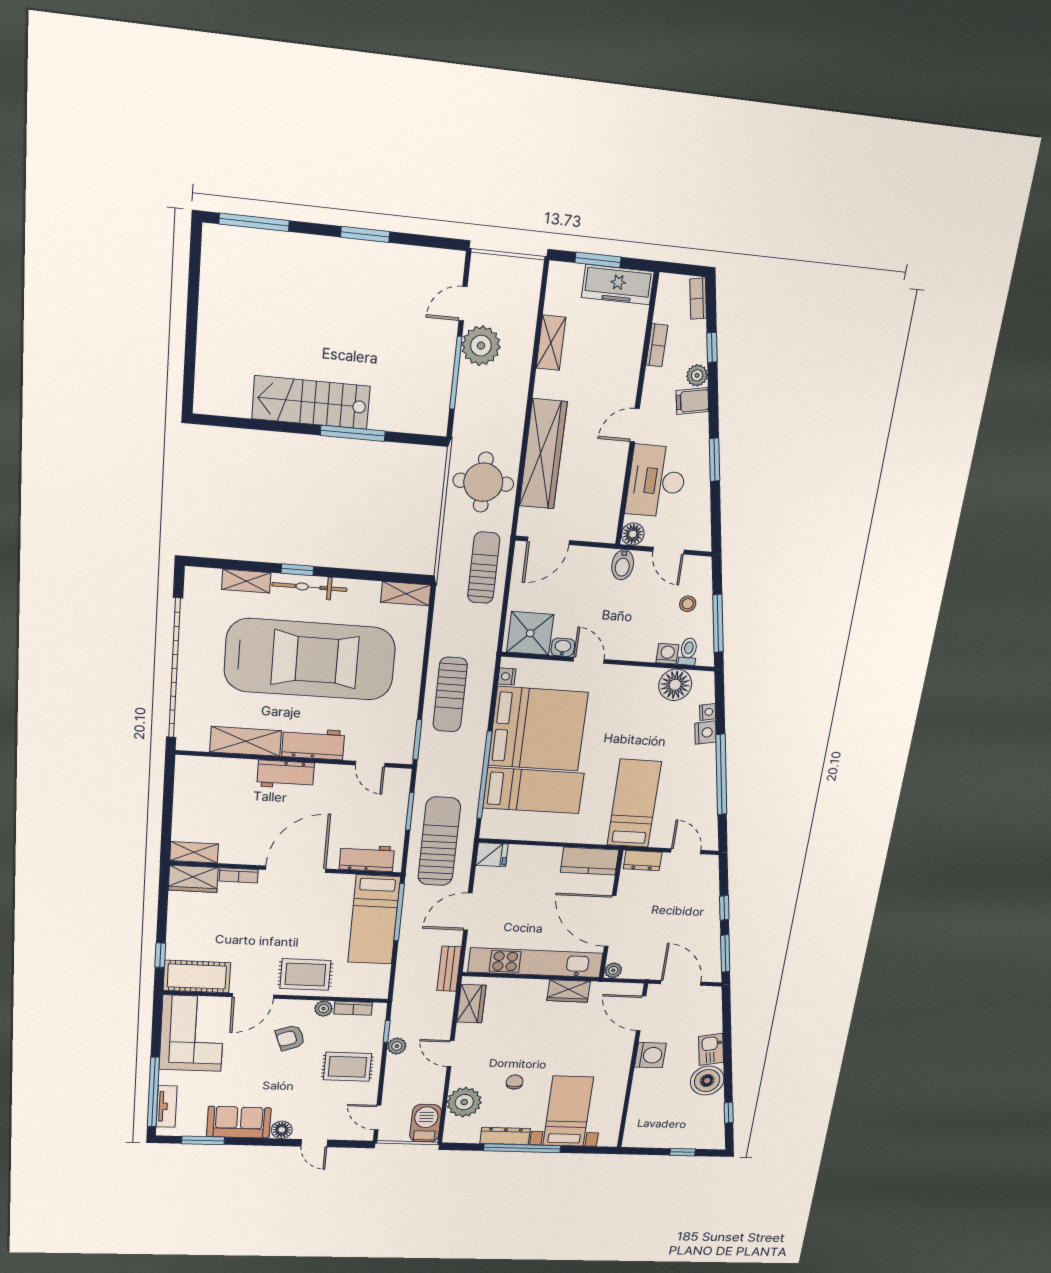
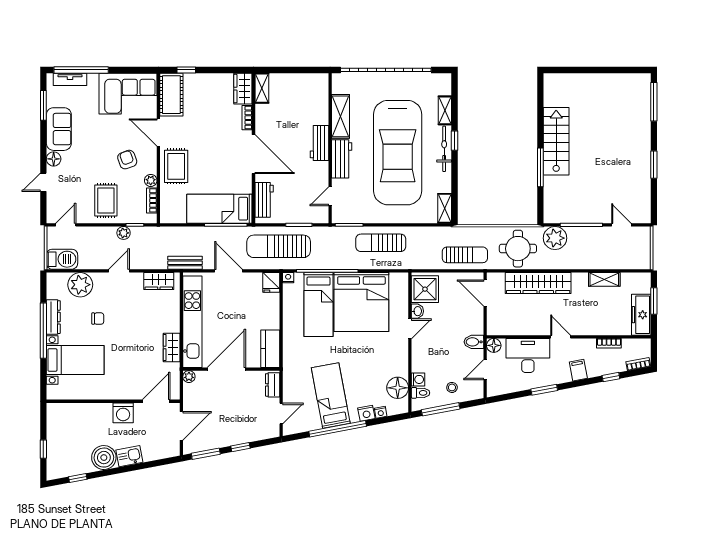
plant: (481, 346) -> (555, 238), moved
plant: (697, 375) -> (594, 371), removed
nightstand: (507, 676) -> (288, 278), moved
bed: (634, 803) -> (331, 396), moved, turned -101
sun lounger: (439, 841) -> (279, 246), turned 180

